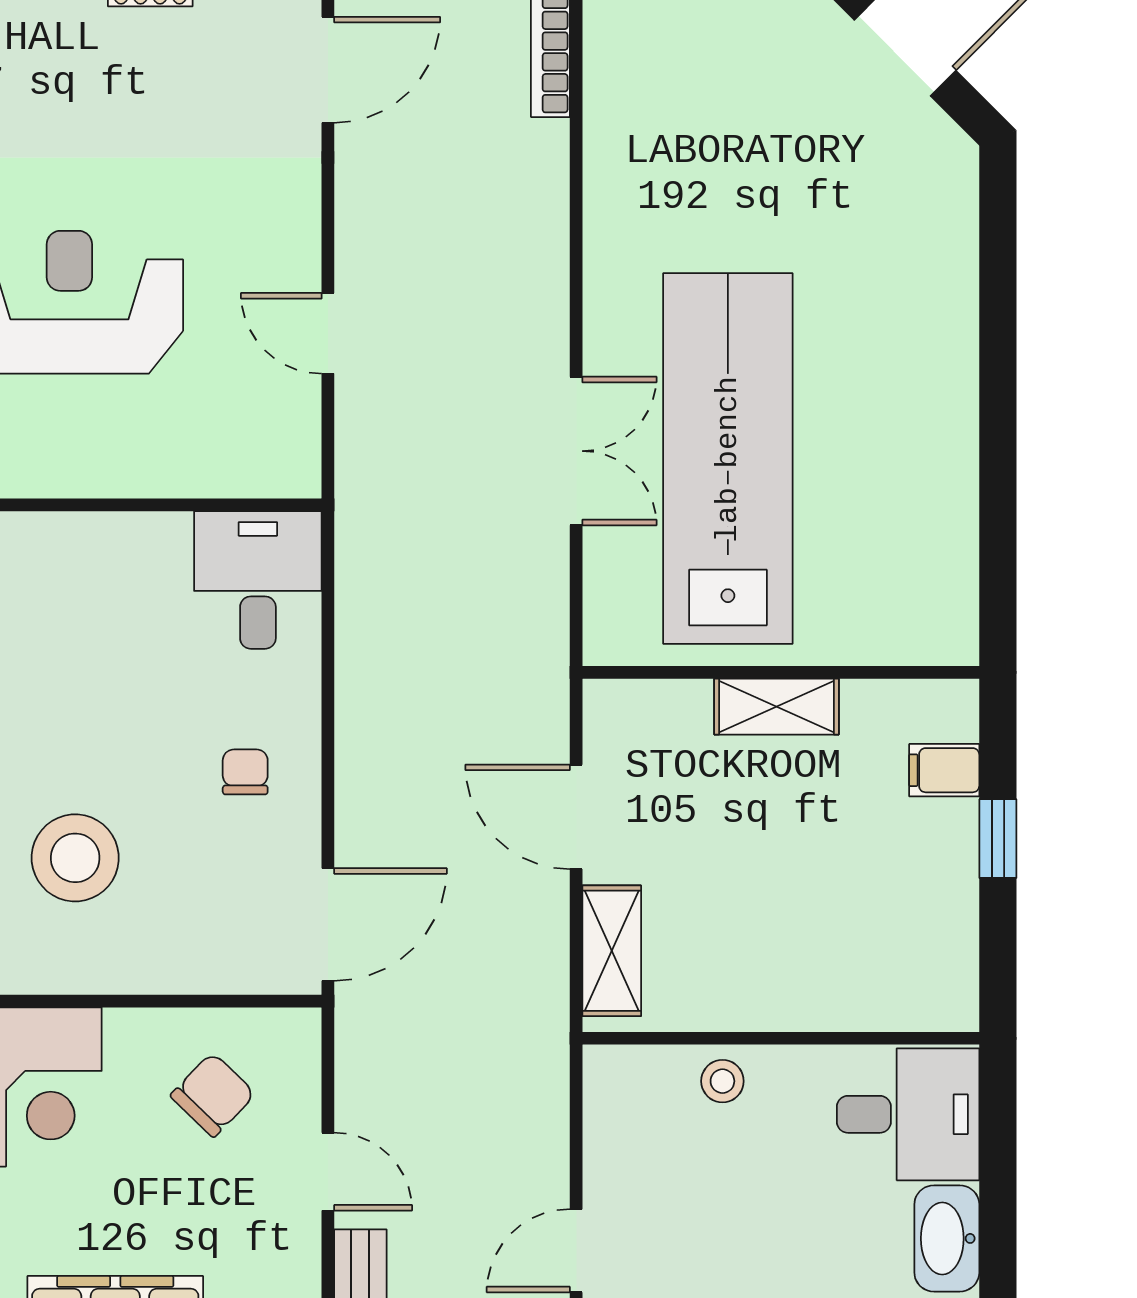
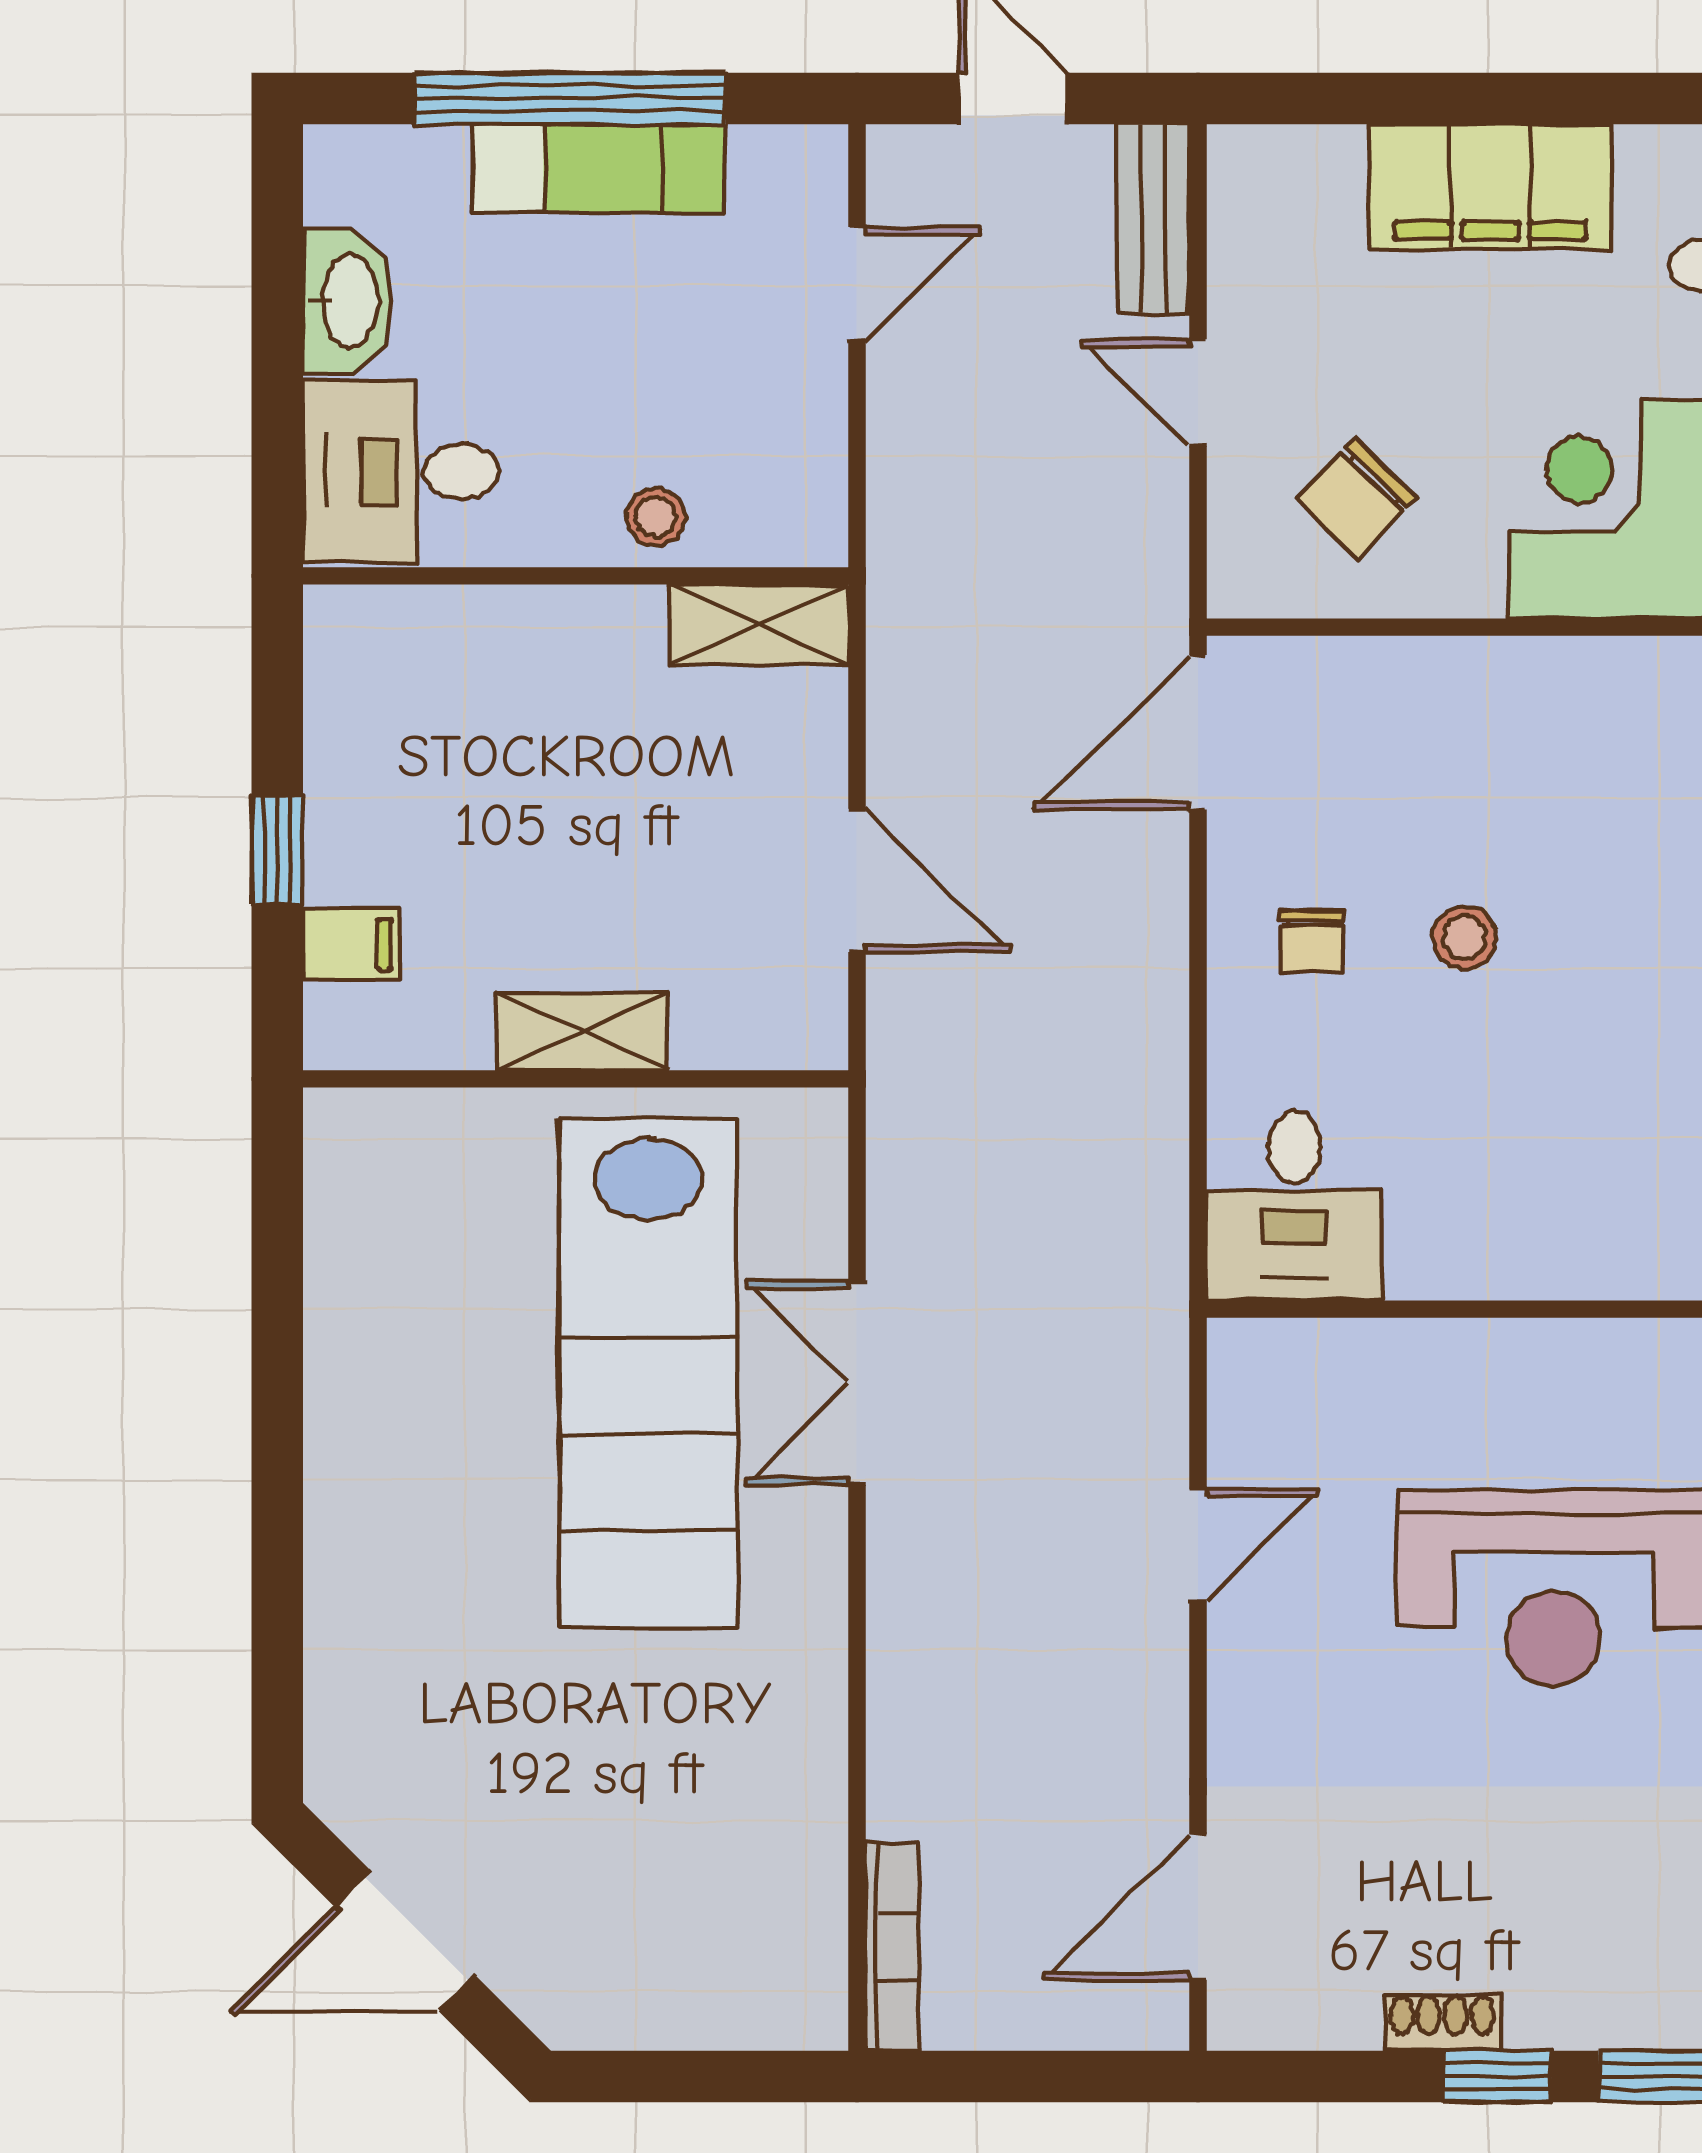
door: (328, 333) -> (1198, 1545), hinge flipped
stool: (75, 858) -> (1464, 938), moved, width x0.53, depth x0.53
shelving: (612, 951) -> (759, 625), moved, turned 90

